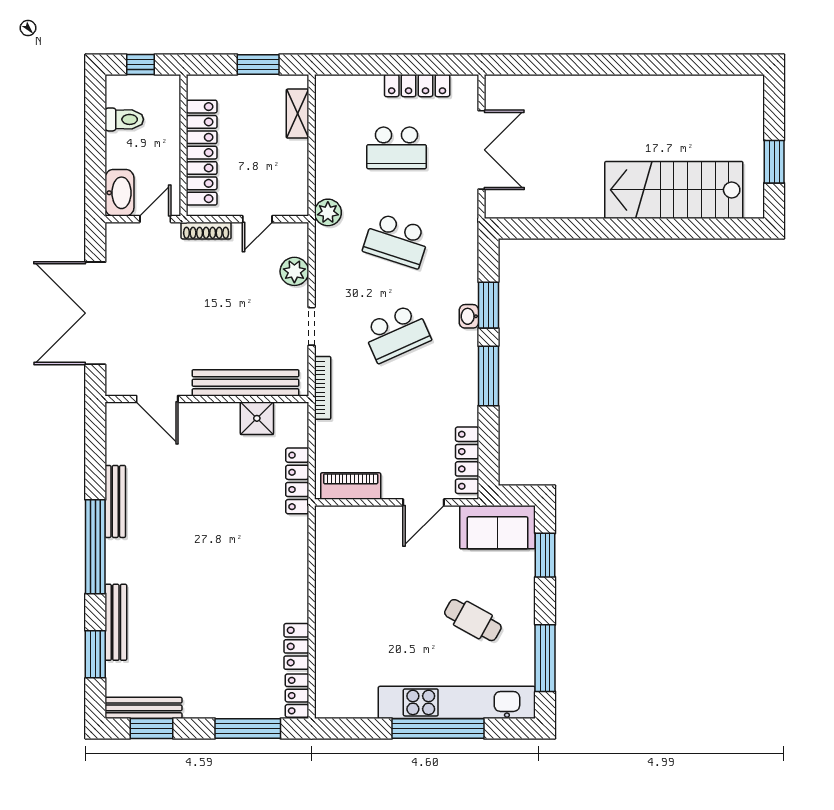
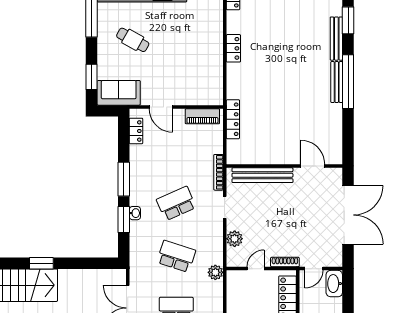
window: (633, 229) -> (41, 263), added
shower: (257, 418) -> (256, 155), removed
locker: (467, 460) -> (136, 131), width x0.66
bench: (115, 501) -> (337, 82), moved
door: (424, 502) -> (161, 107), swing flipped
locker: (296, 646) -> (233, 48), moved

